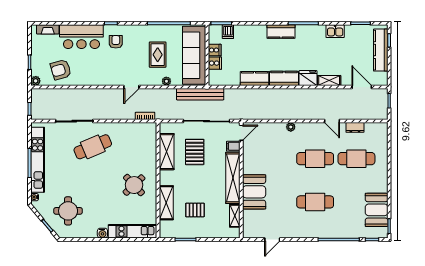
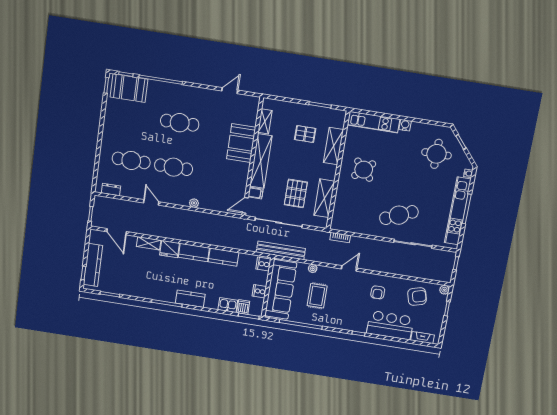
kitchen sink: (335, 31) -> (228, 305), moved
armchair: (116, 42) -> (378, 292), moved
cooker: (215, 63) -> (263, 264), moved
dresser: (355, 127) -> (111, 190), moved
booth: (377, 210) -> (129, 88), moved, turned 90

